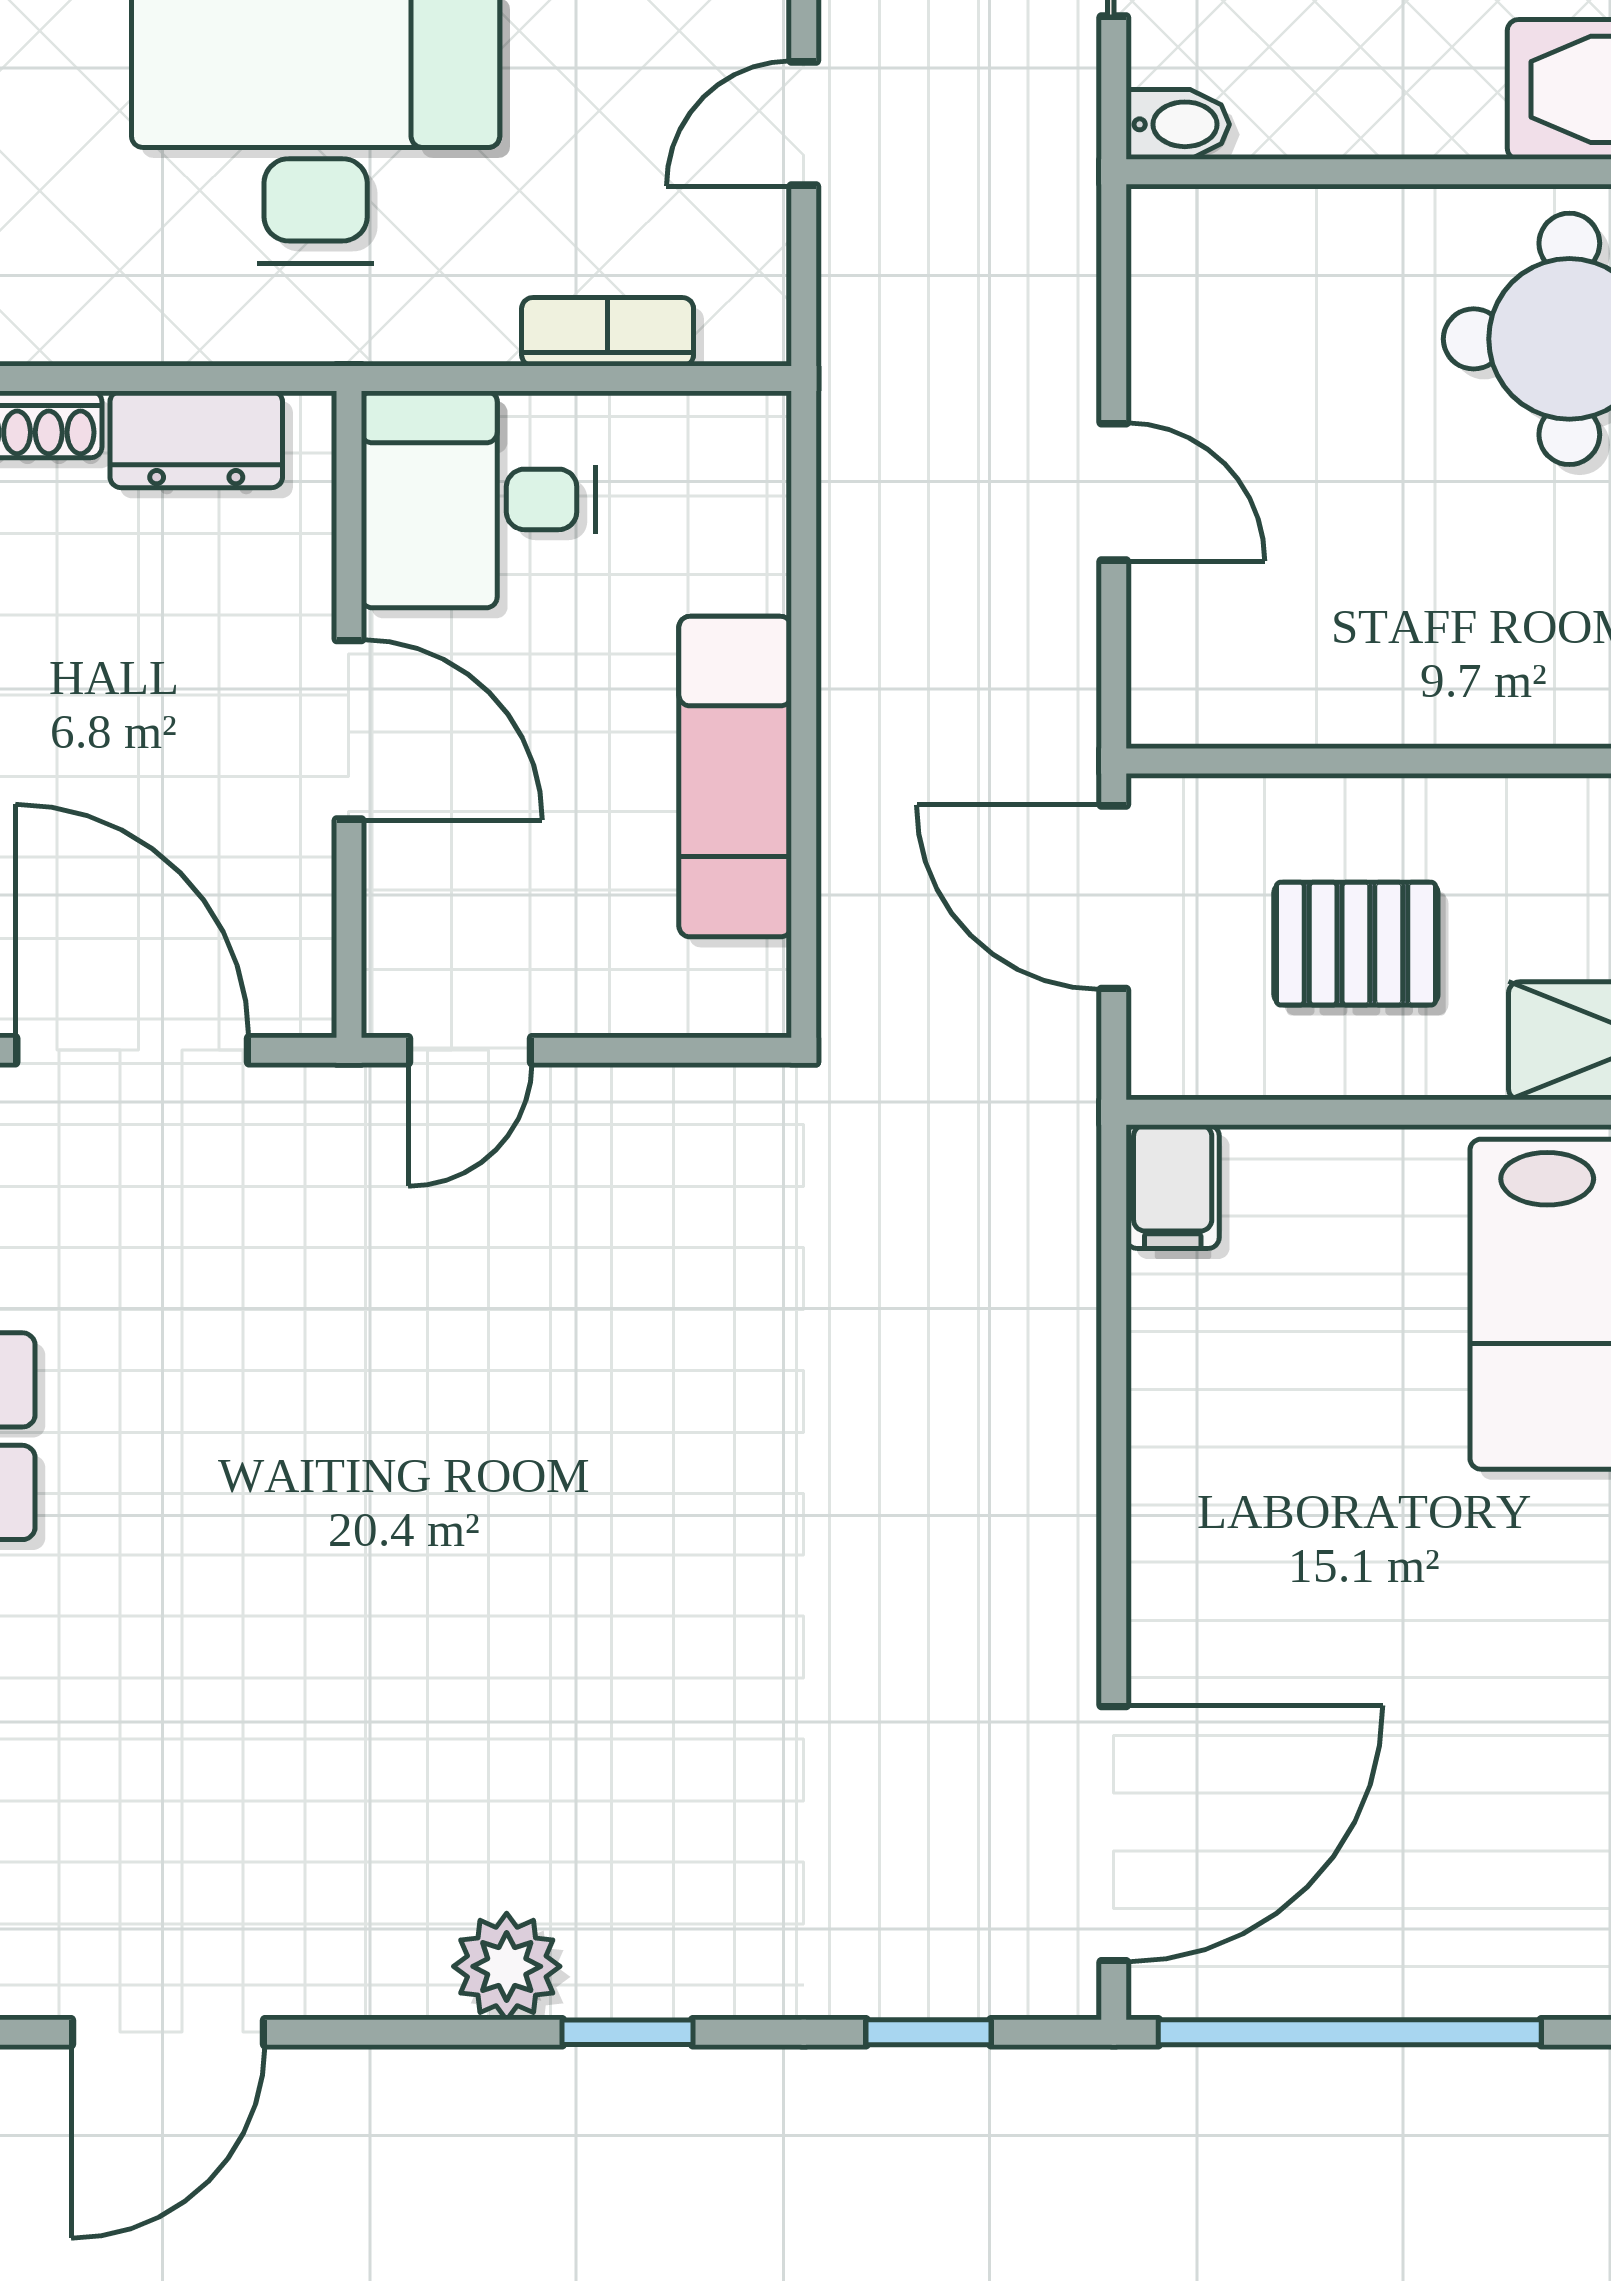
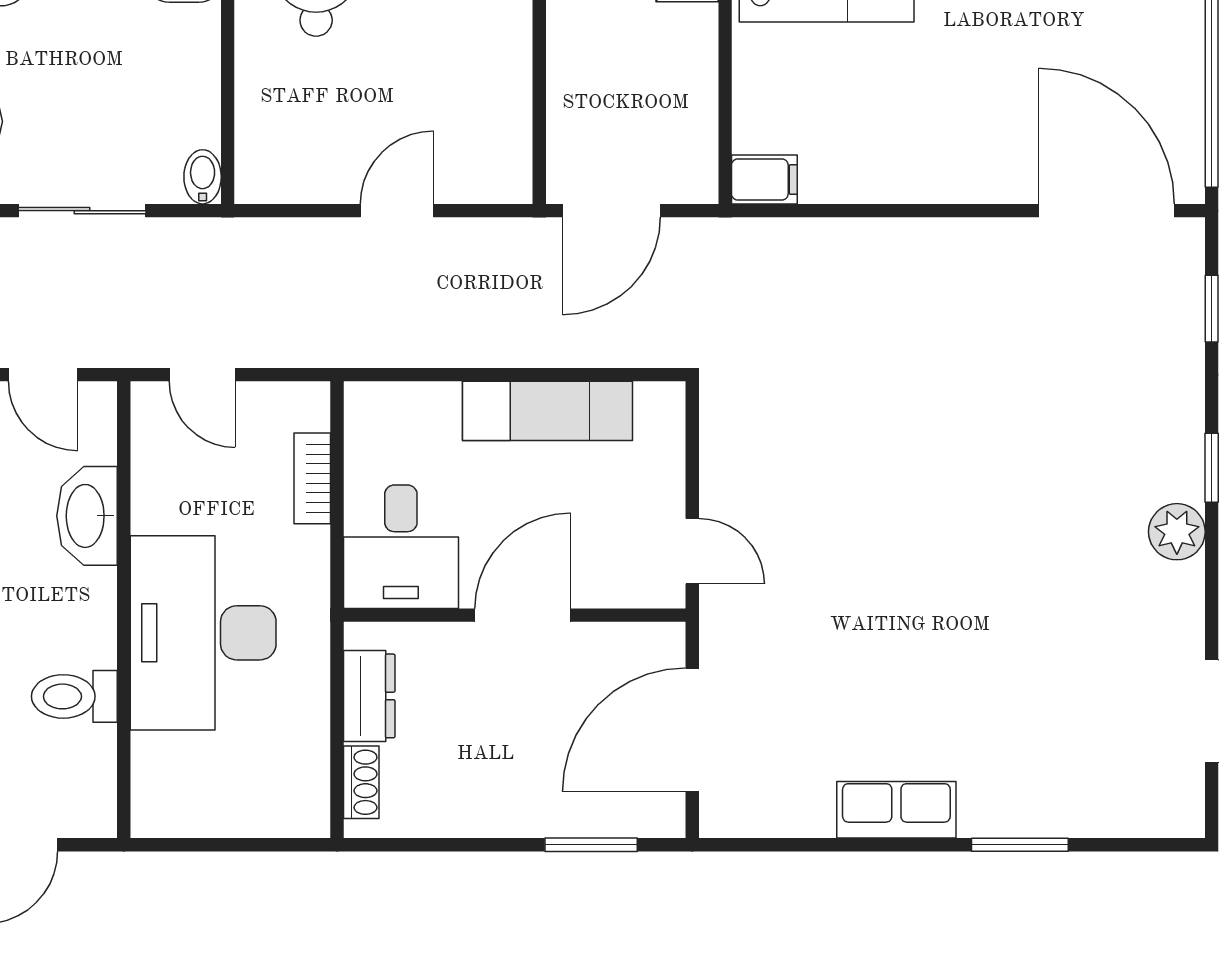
pallet: (1356, 944) -> (636, 83), removed

